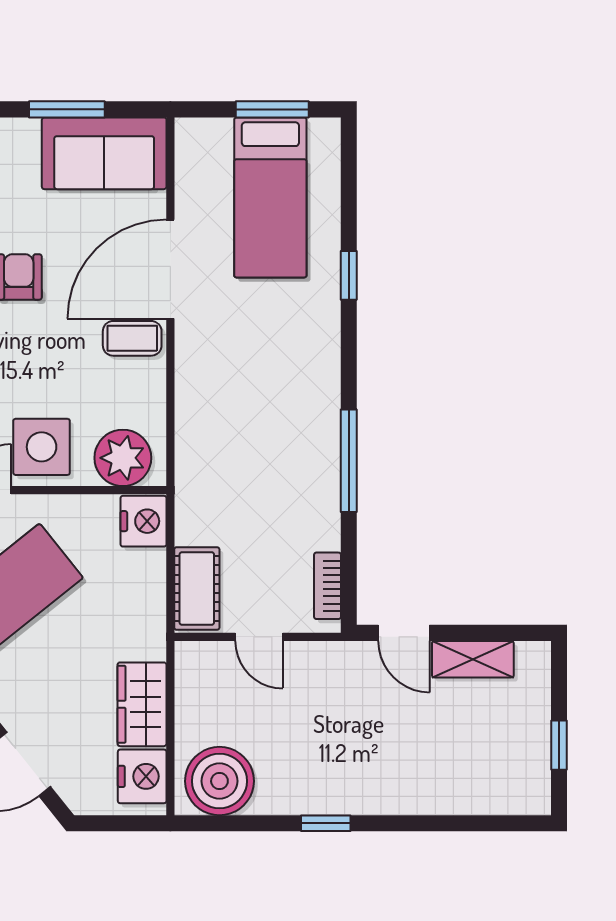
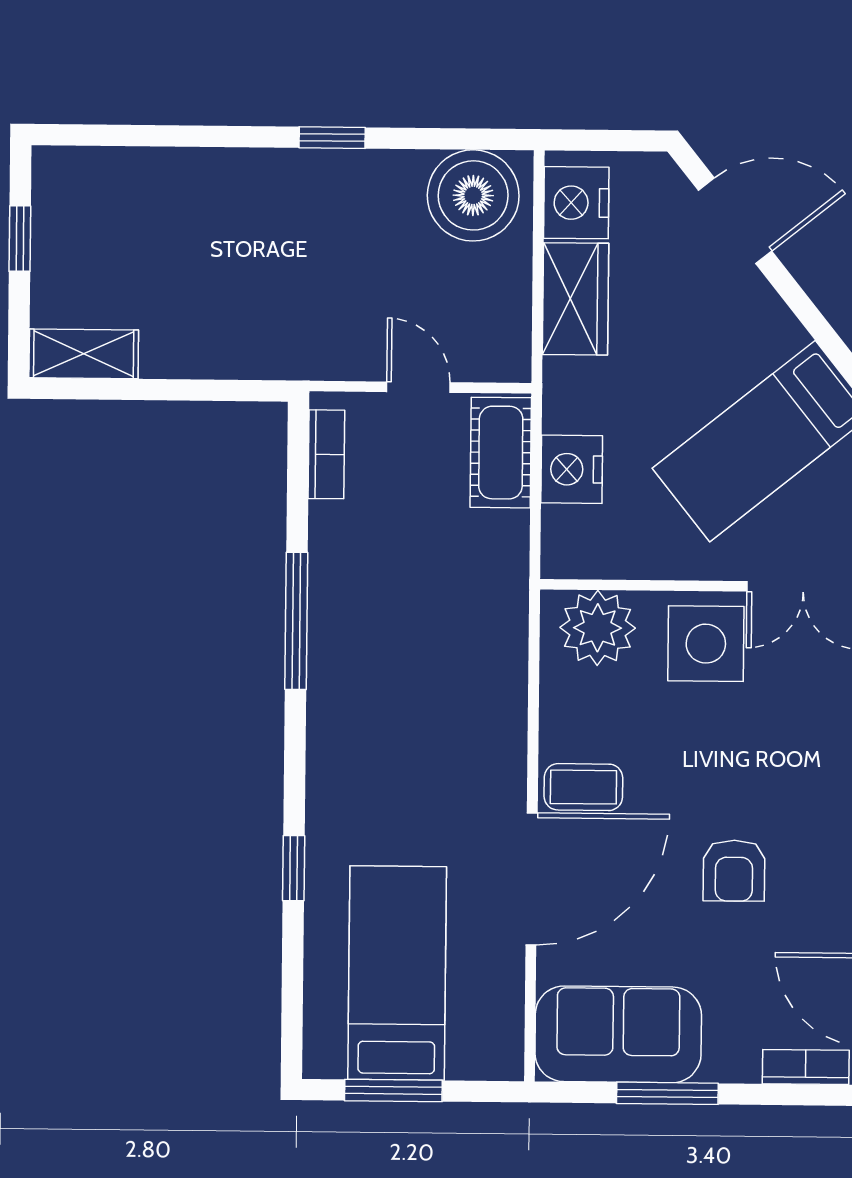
nightstand: (143, 521) -> (572, 469), moved
door: (404, 633) -> (225, 390), removed
shelving: (473, 659) -> (84, 354), moved

